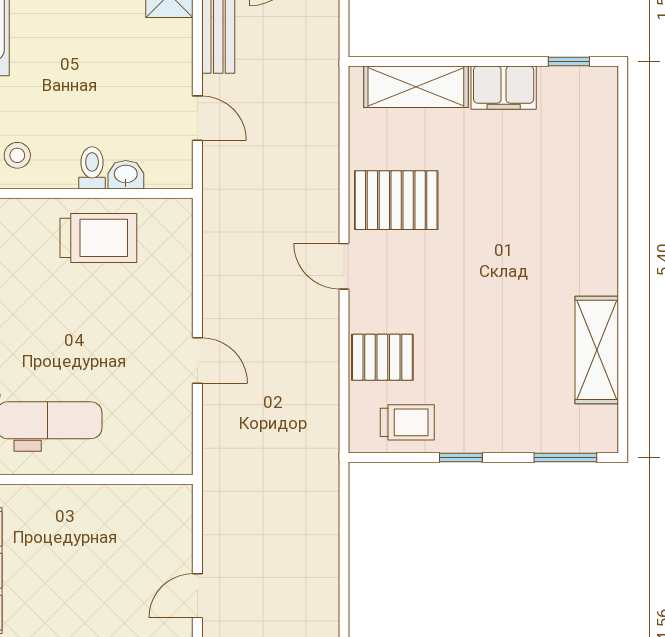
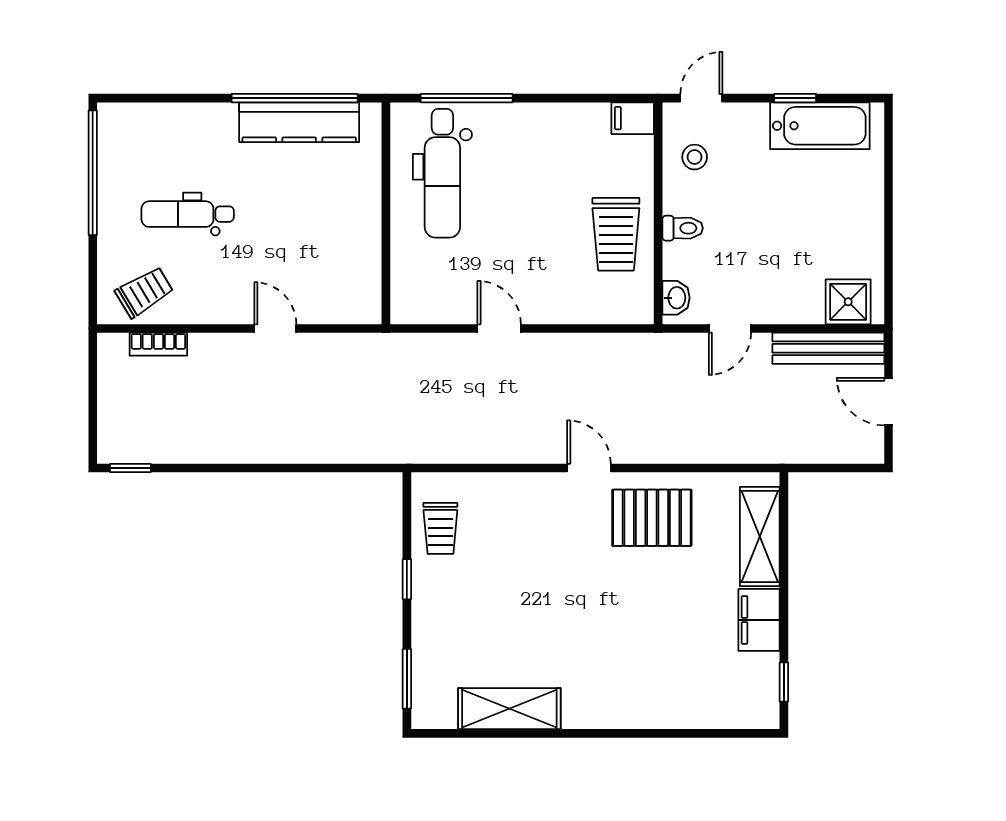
washbasin: (126, 175) -> (676, 298), moved
pallet: (396, 200) -> (652, 518), turned 90
door: (344, 266) -> (589, 468), hinge flipped
pallet: (382, 357) -> (502, 505), removed
door: (197, 361) -> (499, 328), swing flipped

